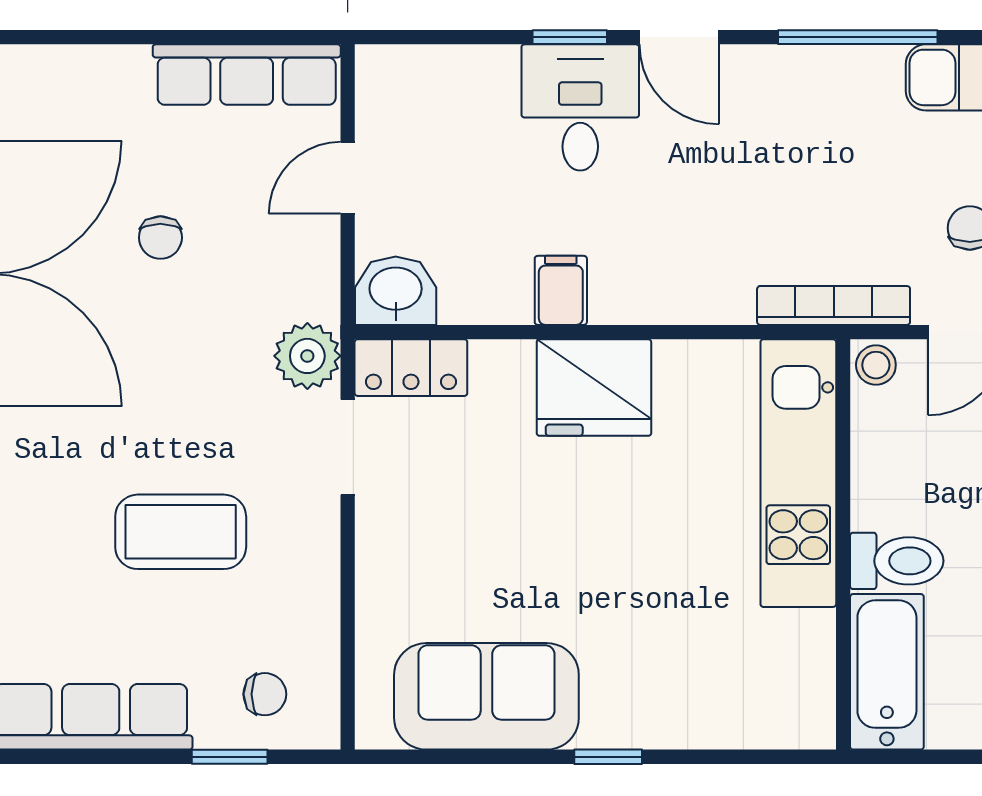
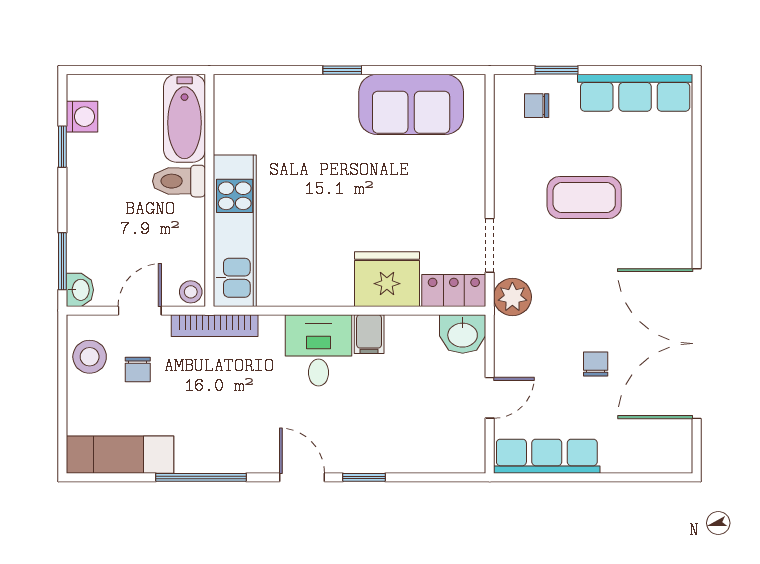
desk: (580, 107) -> (318, 350), moved, turned 180
fridge: (594, 388) -> (387, 279), moved

